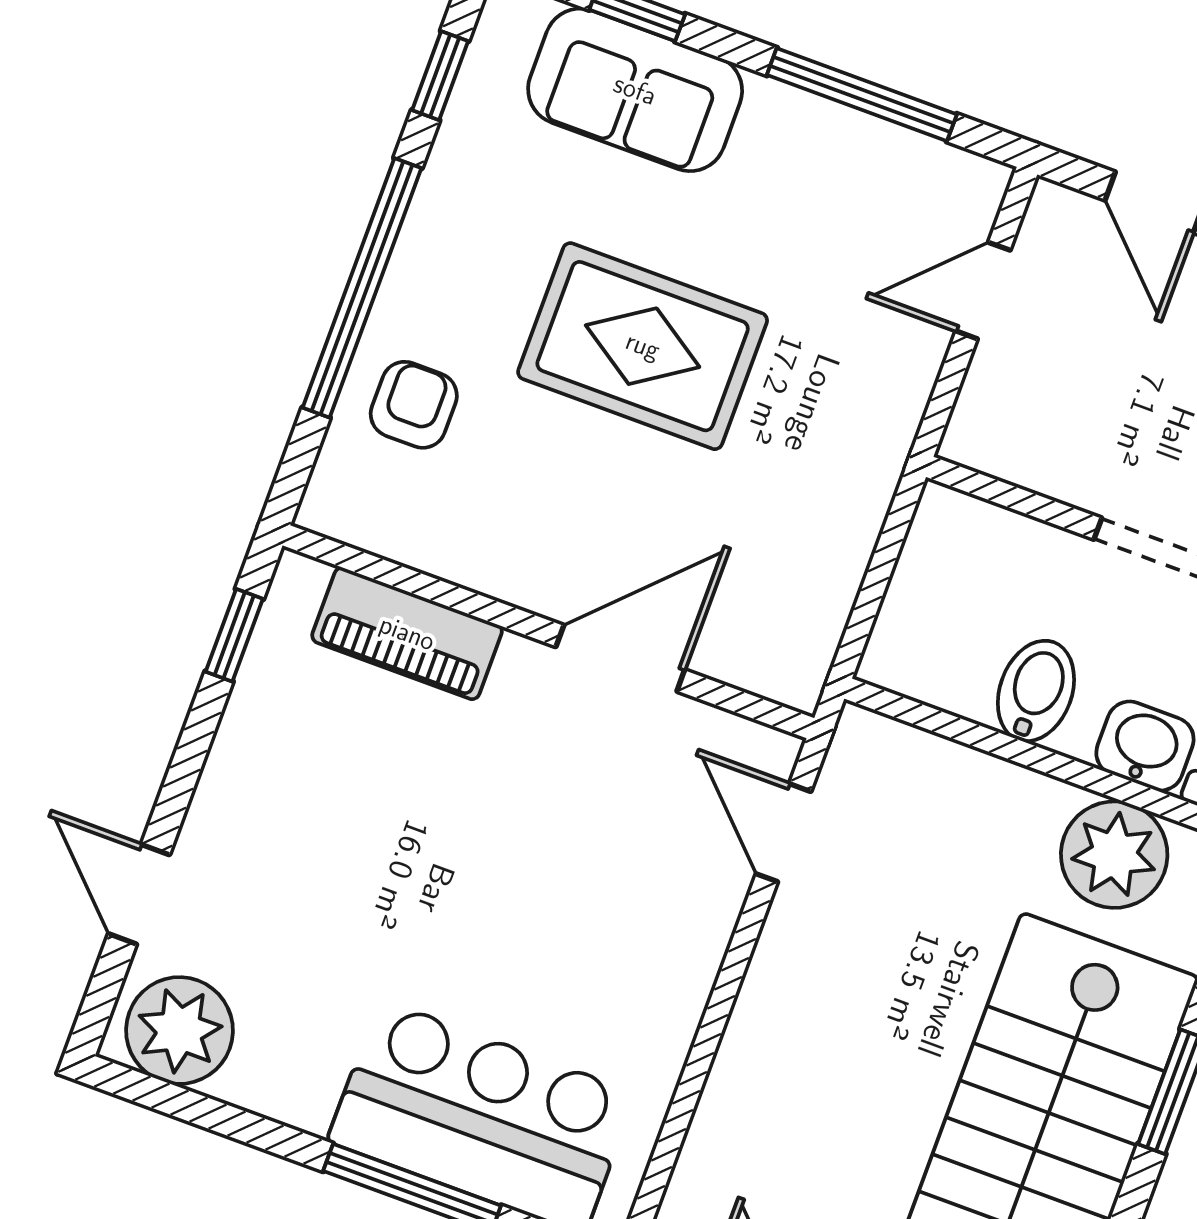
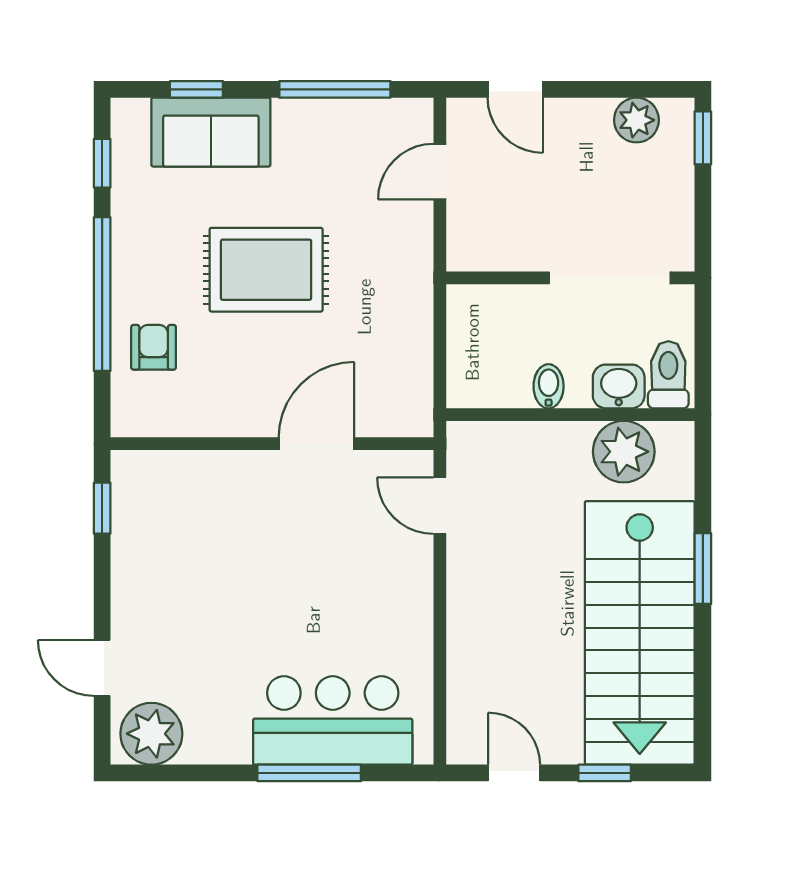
piano: (407, 633) -> (196, 473), removed
bidet: (1036, 691) -> (549, 386), width x0.72, depth x0.74

